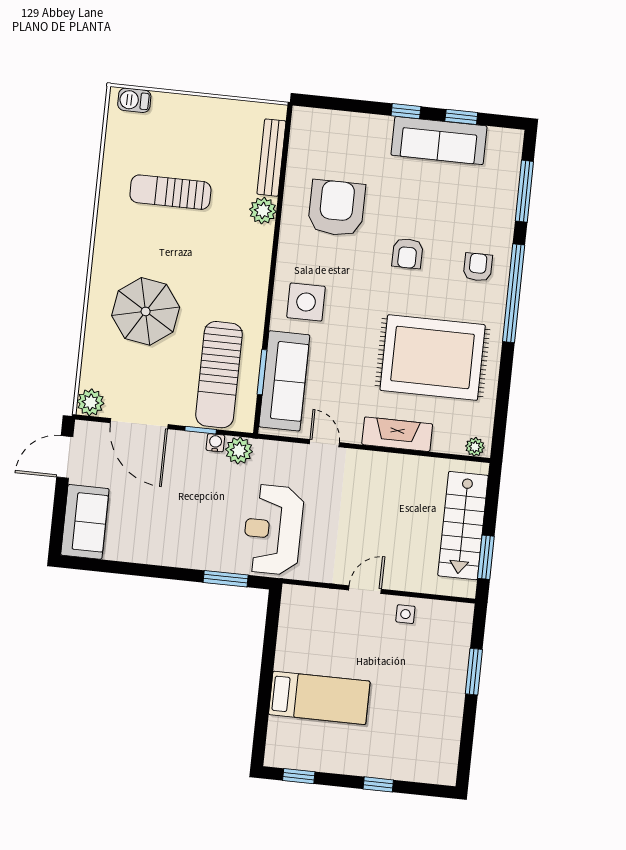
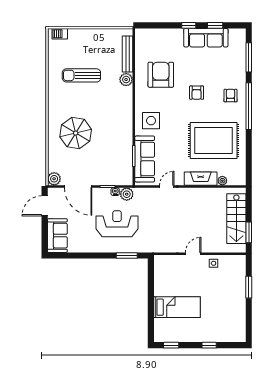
sun lounger: (219, 375) -> (113, 159), removed
door: (324, 443) -> (167, 186), hinge flipped
plant: (475, 447) -> (222, 181), moved
reception desk: (273, 530) -> (117, 224), moved, turned 90

